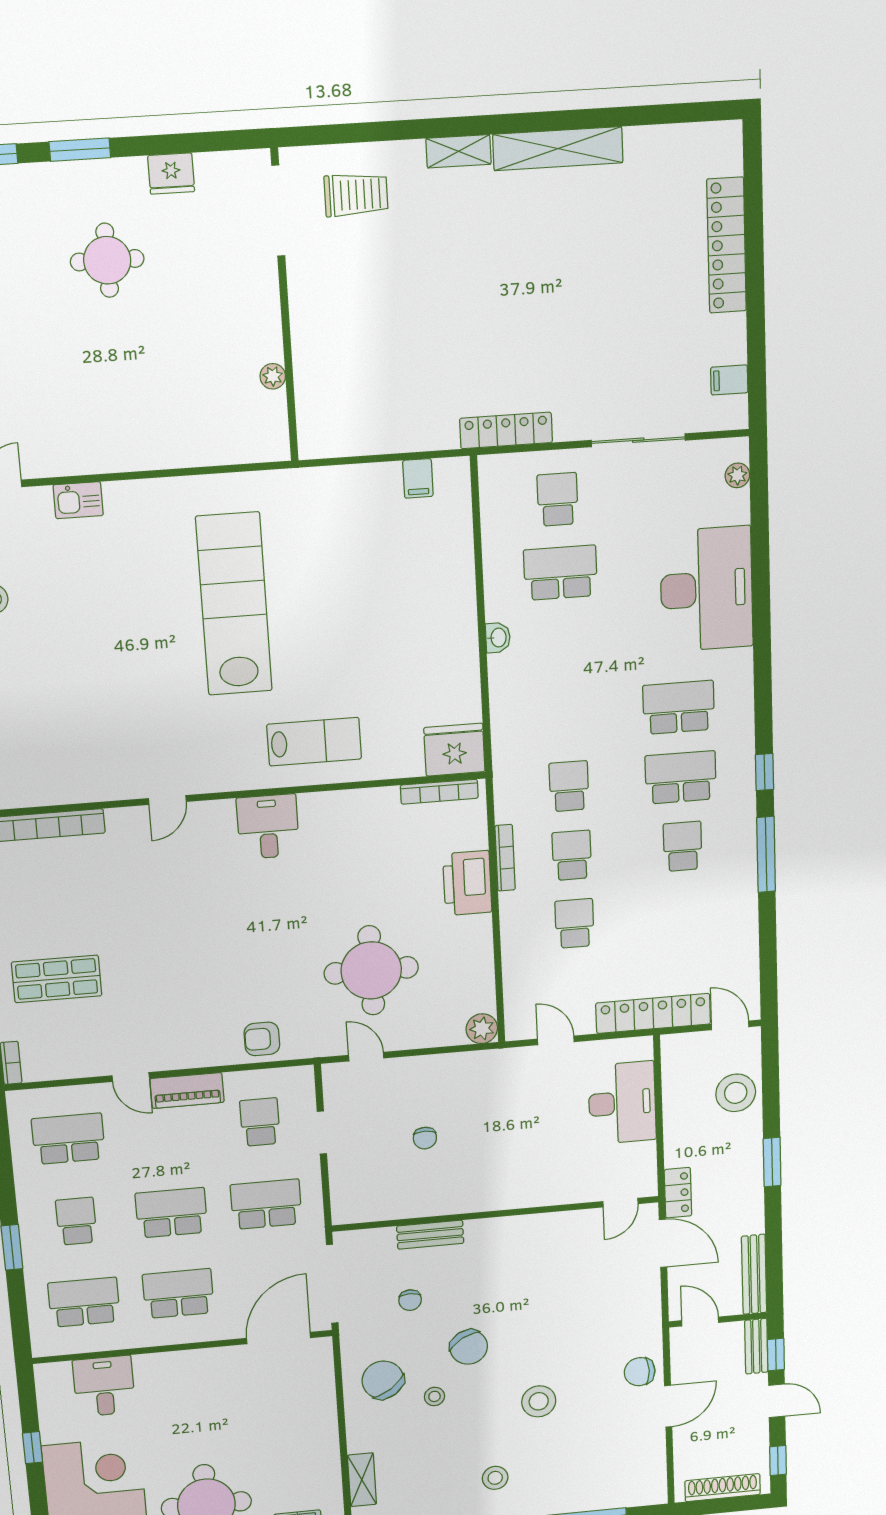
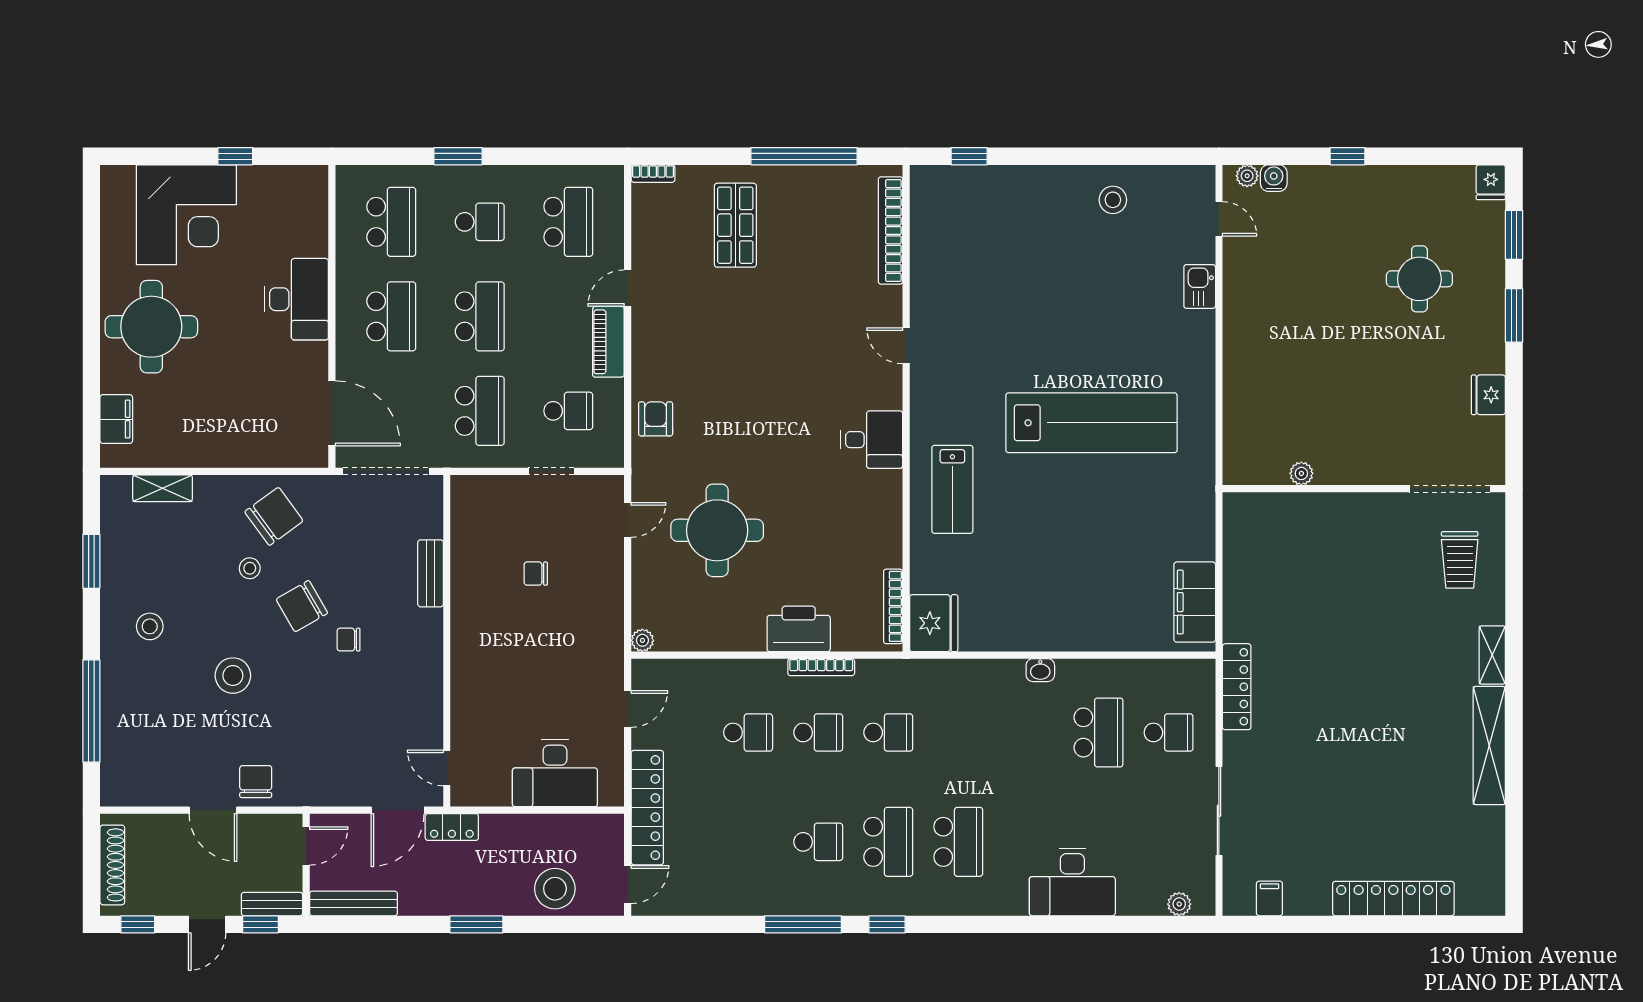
round table: (107, 260) -> (1419, 279), moved
filing cabinet: (418, 478) -> (1195, 602), width x3.00, depth x1.17
desk: (707, 589) -> (1072, 882), width x0.73, depth x0.77
plant: (482, 1029) -> (642, 640), width x0.73, depth x0.73
chair: (410, 1300) -> (349, 640), moved
desk: (104, 1386) -> (297, 299), moved, width x1.37

